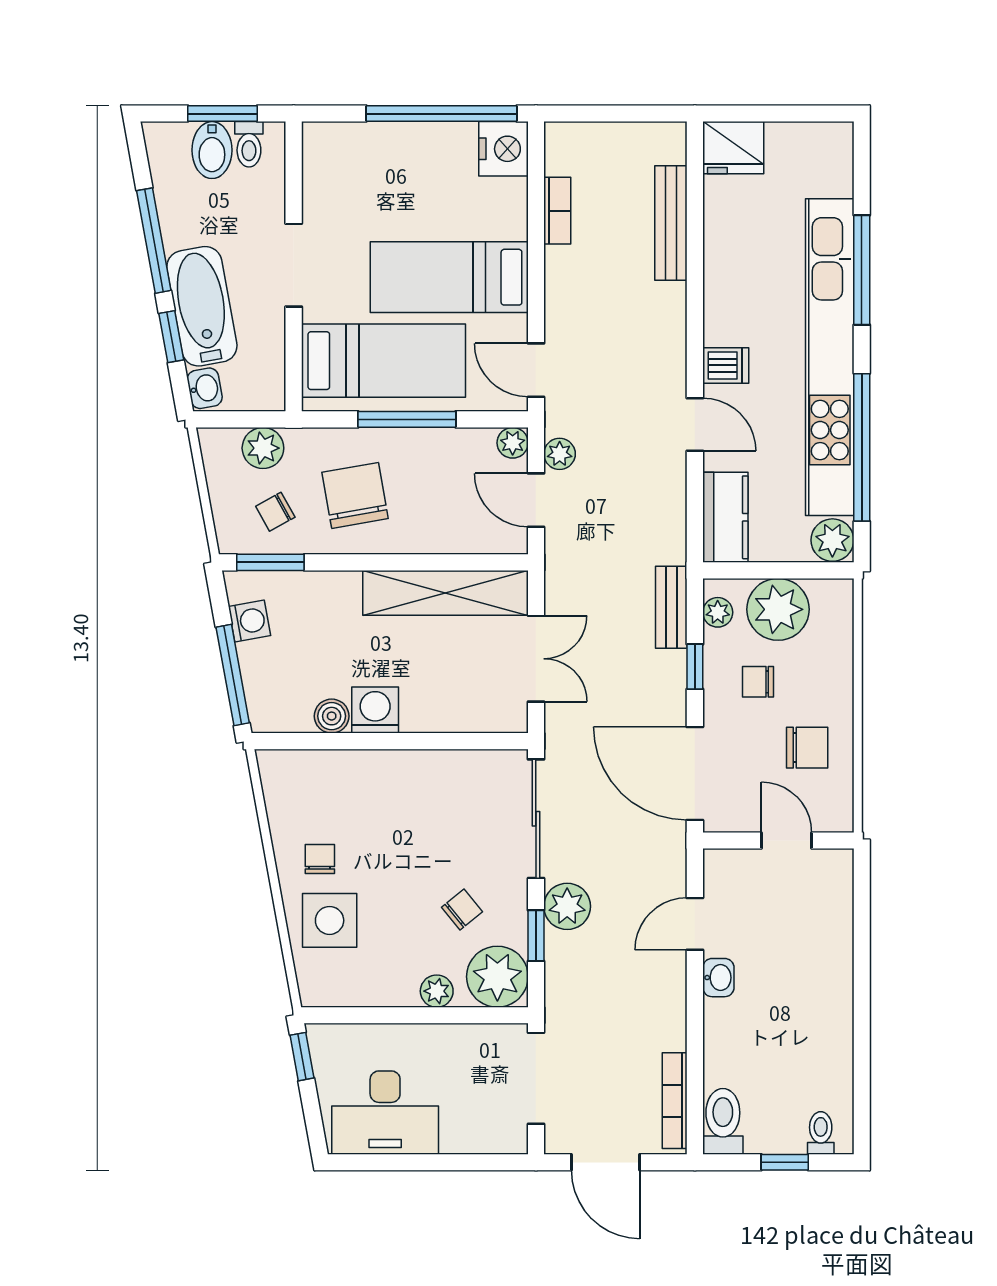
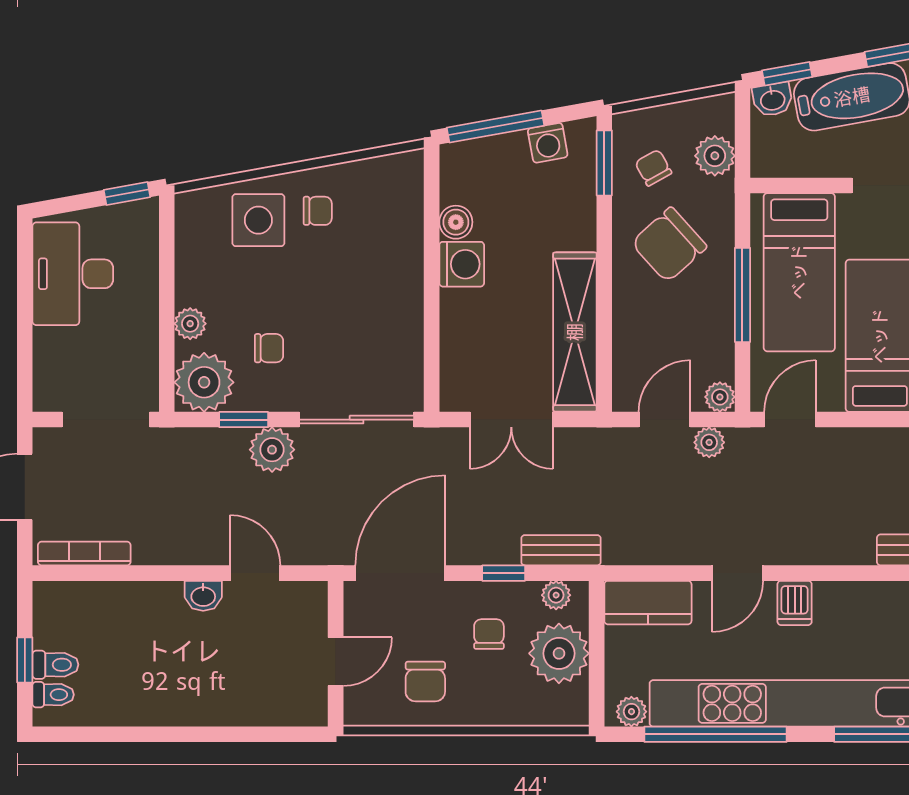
window: (171, 337) -> (787, 74), moved
chair: (355, 495) -> (669, 245), turned 148
plant: (832, 540) -> (631, 712), width x0.73, depth x0.73
chair: (462, 909) -> (269, 348), turned -51
toilet: (723, 1121) -> (55, 665), moved, width x0.73, depth x0.72

